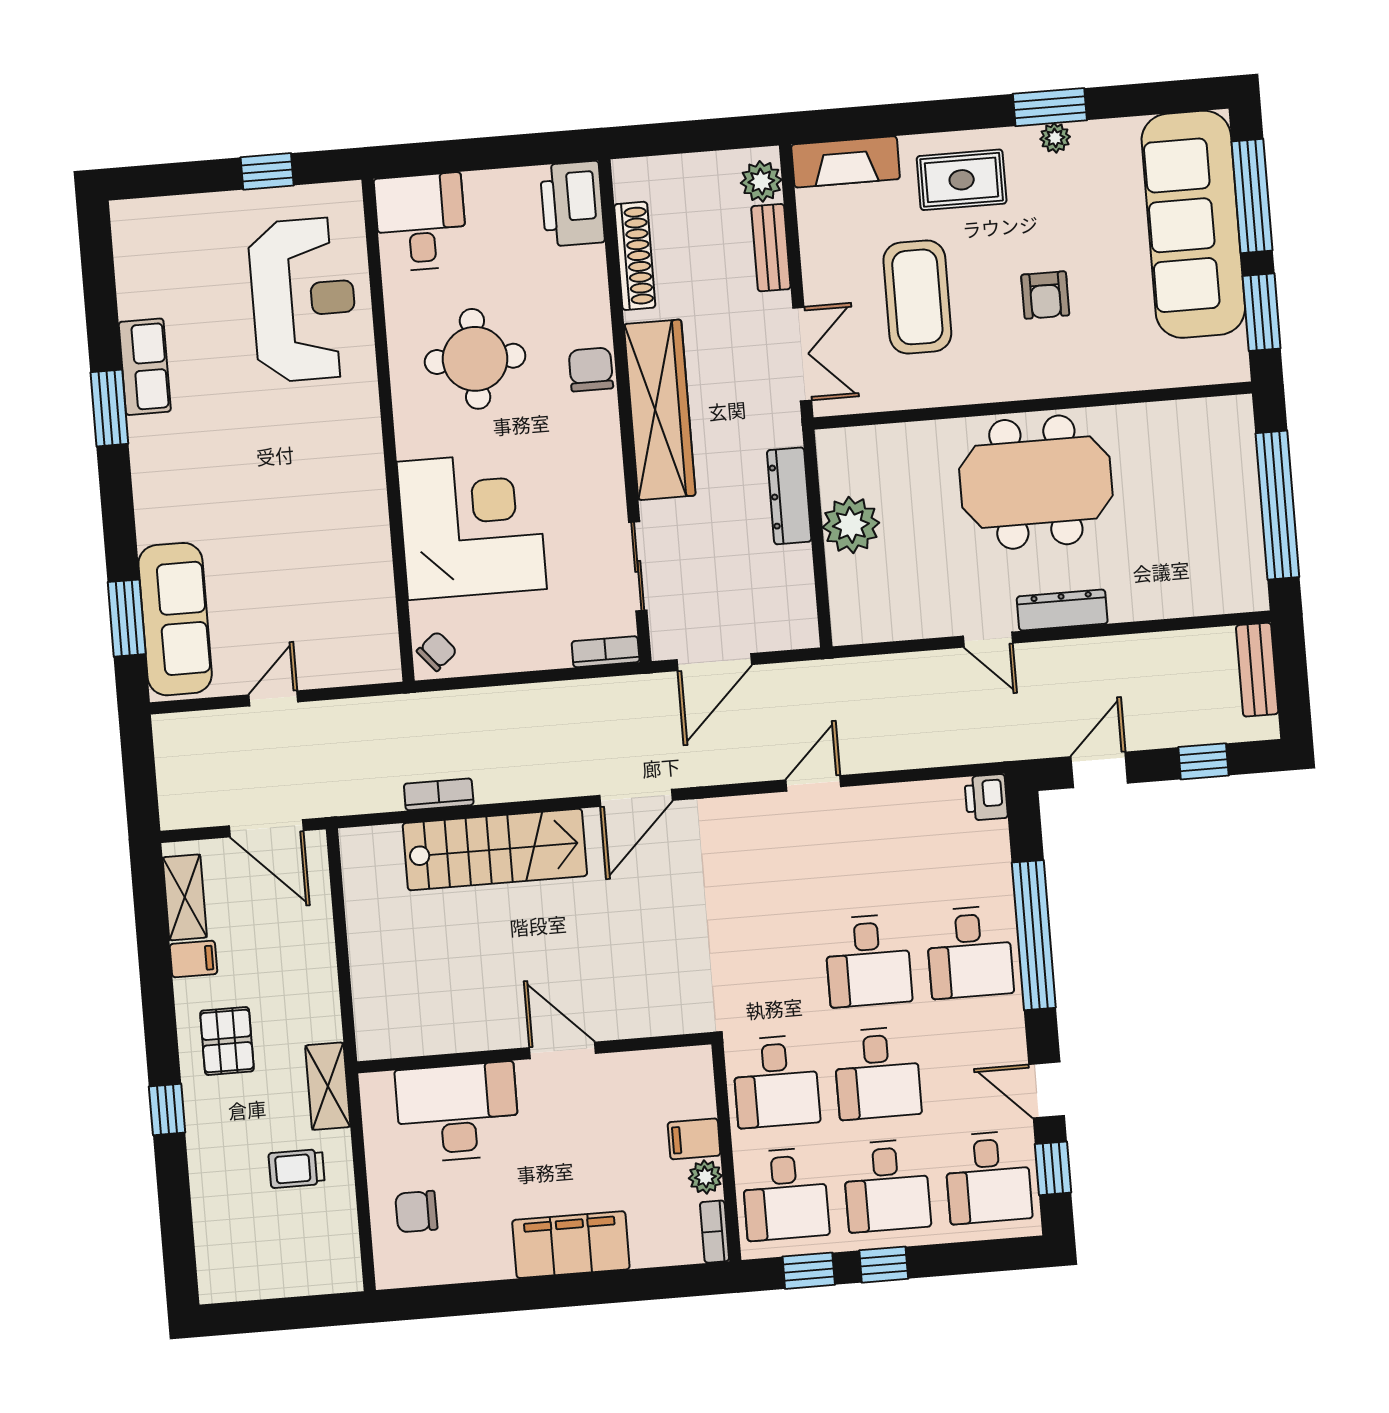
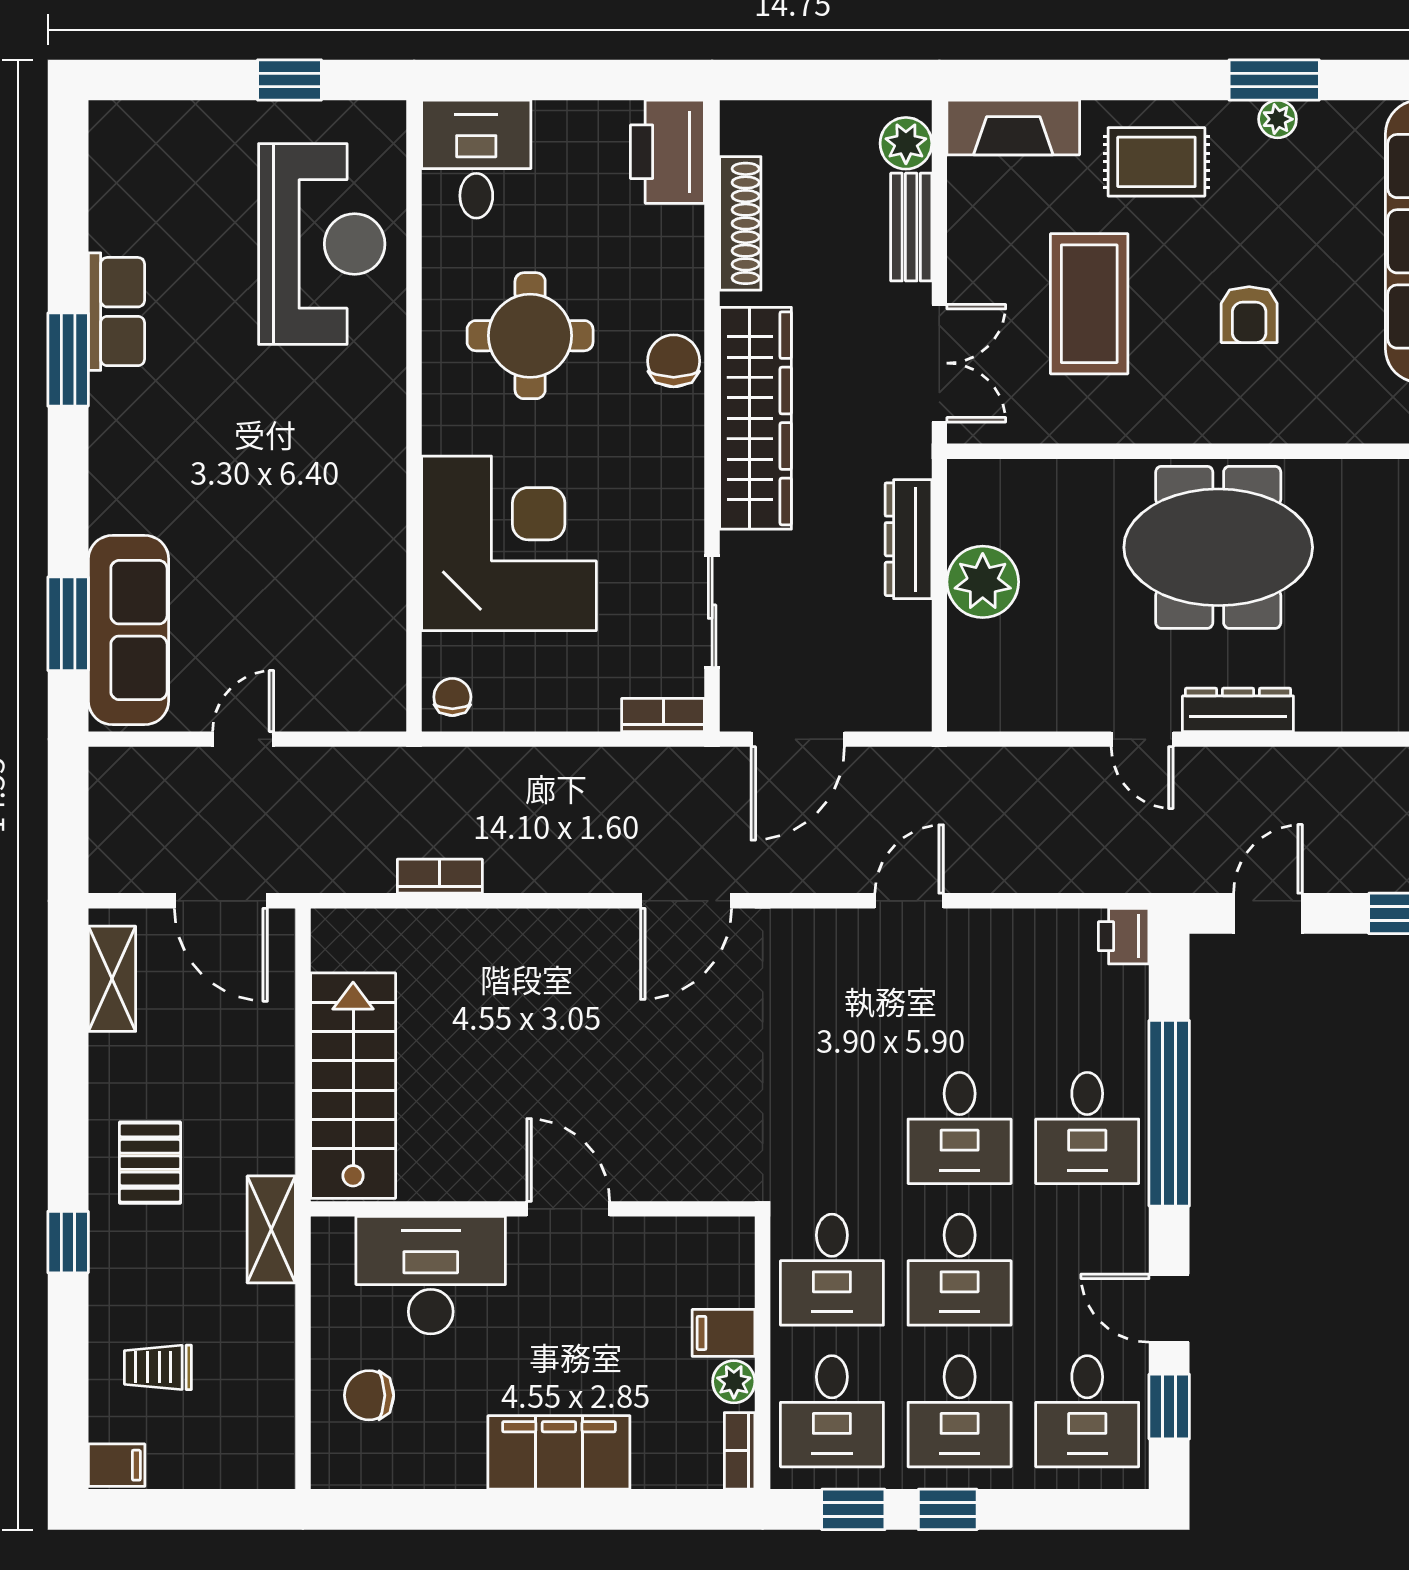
chair: (437, 651) -> (452, 697), turned -50
stairs: (495, 850) -> (353, 1086), moved, turned -90
filing cabinet: (193, 959) -> (117, 1465), moved
trolley: (297, 1169) -> (158, 1367), moved

